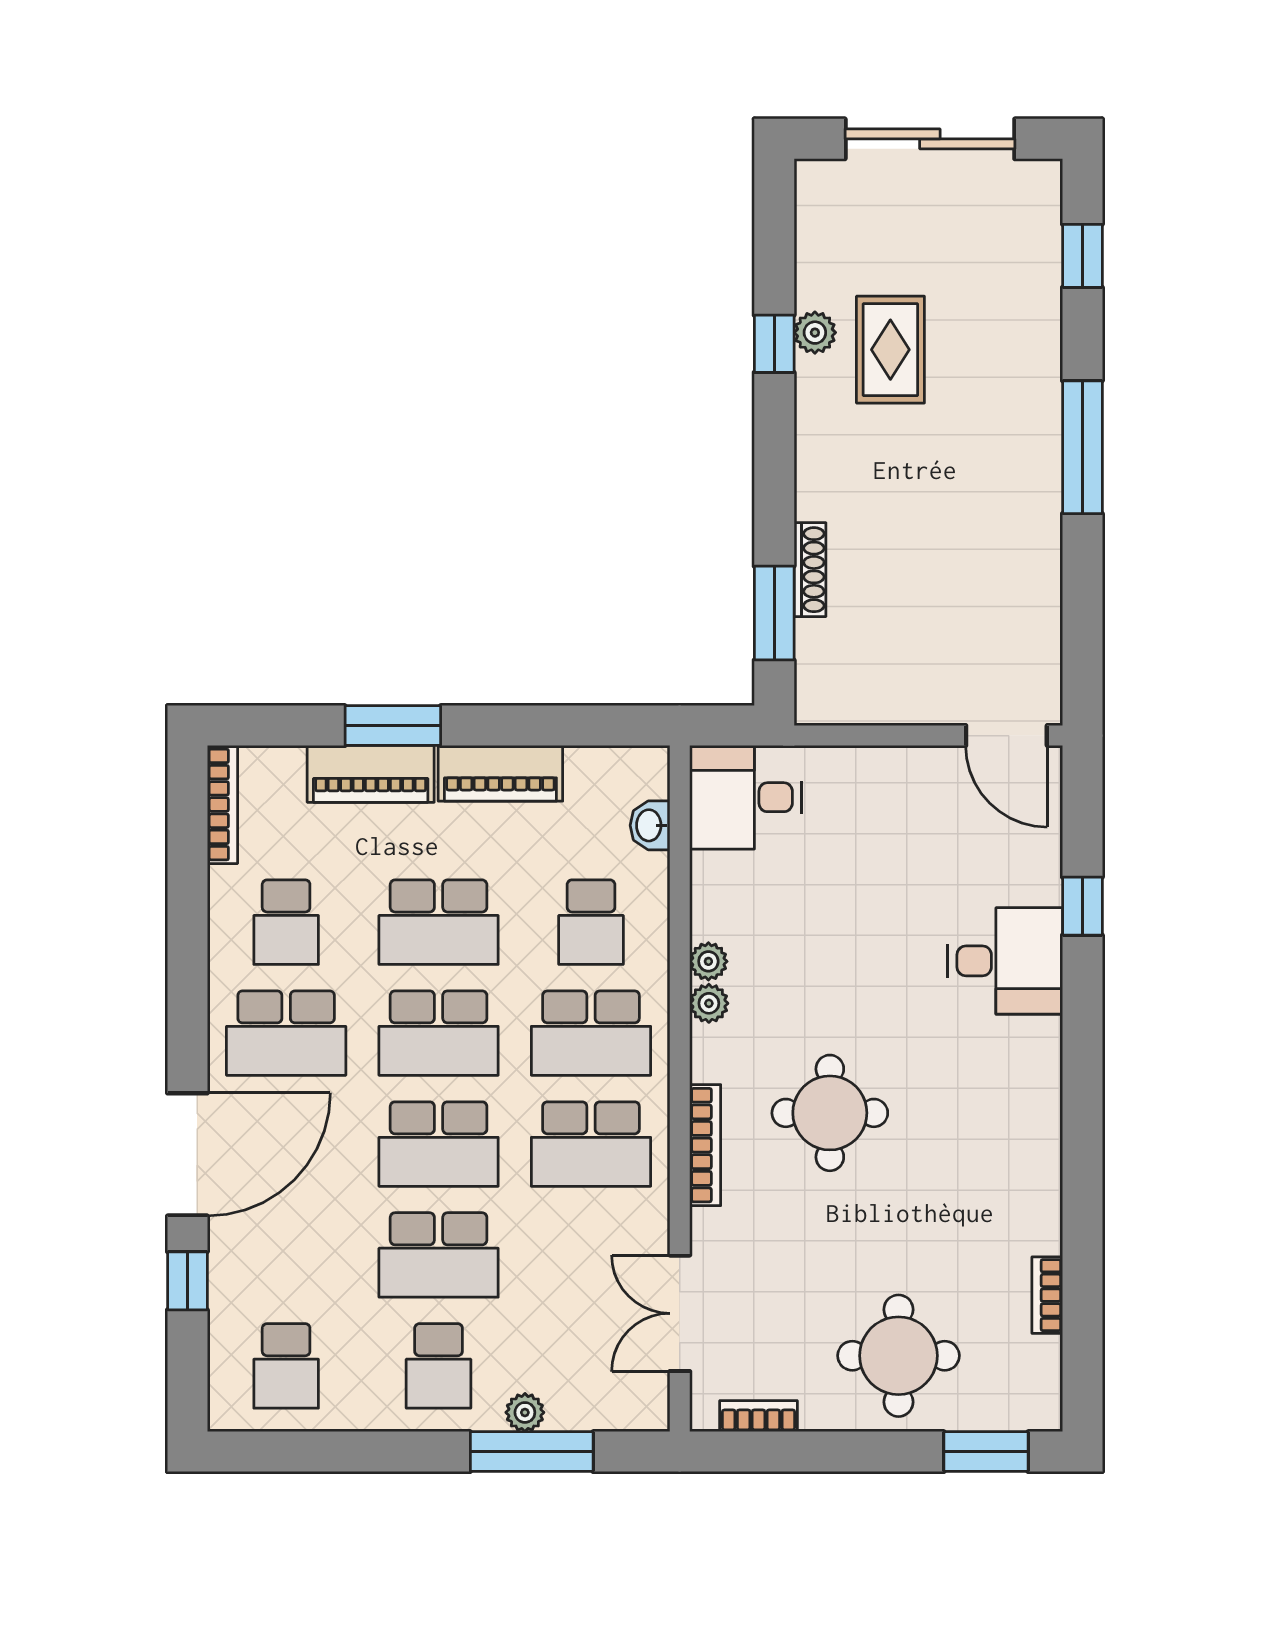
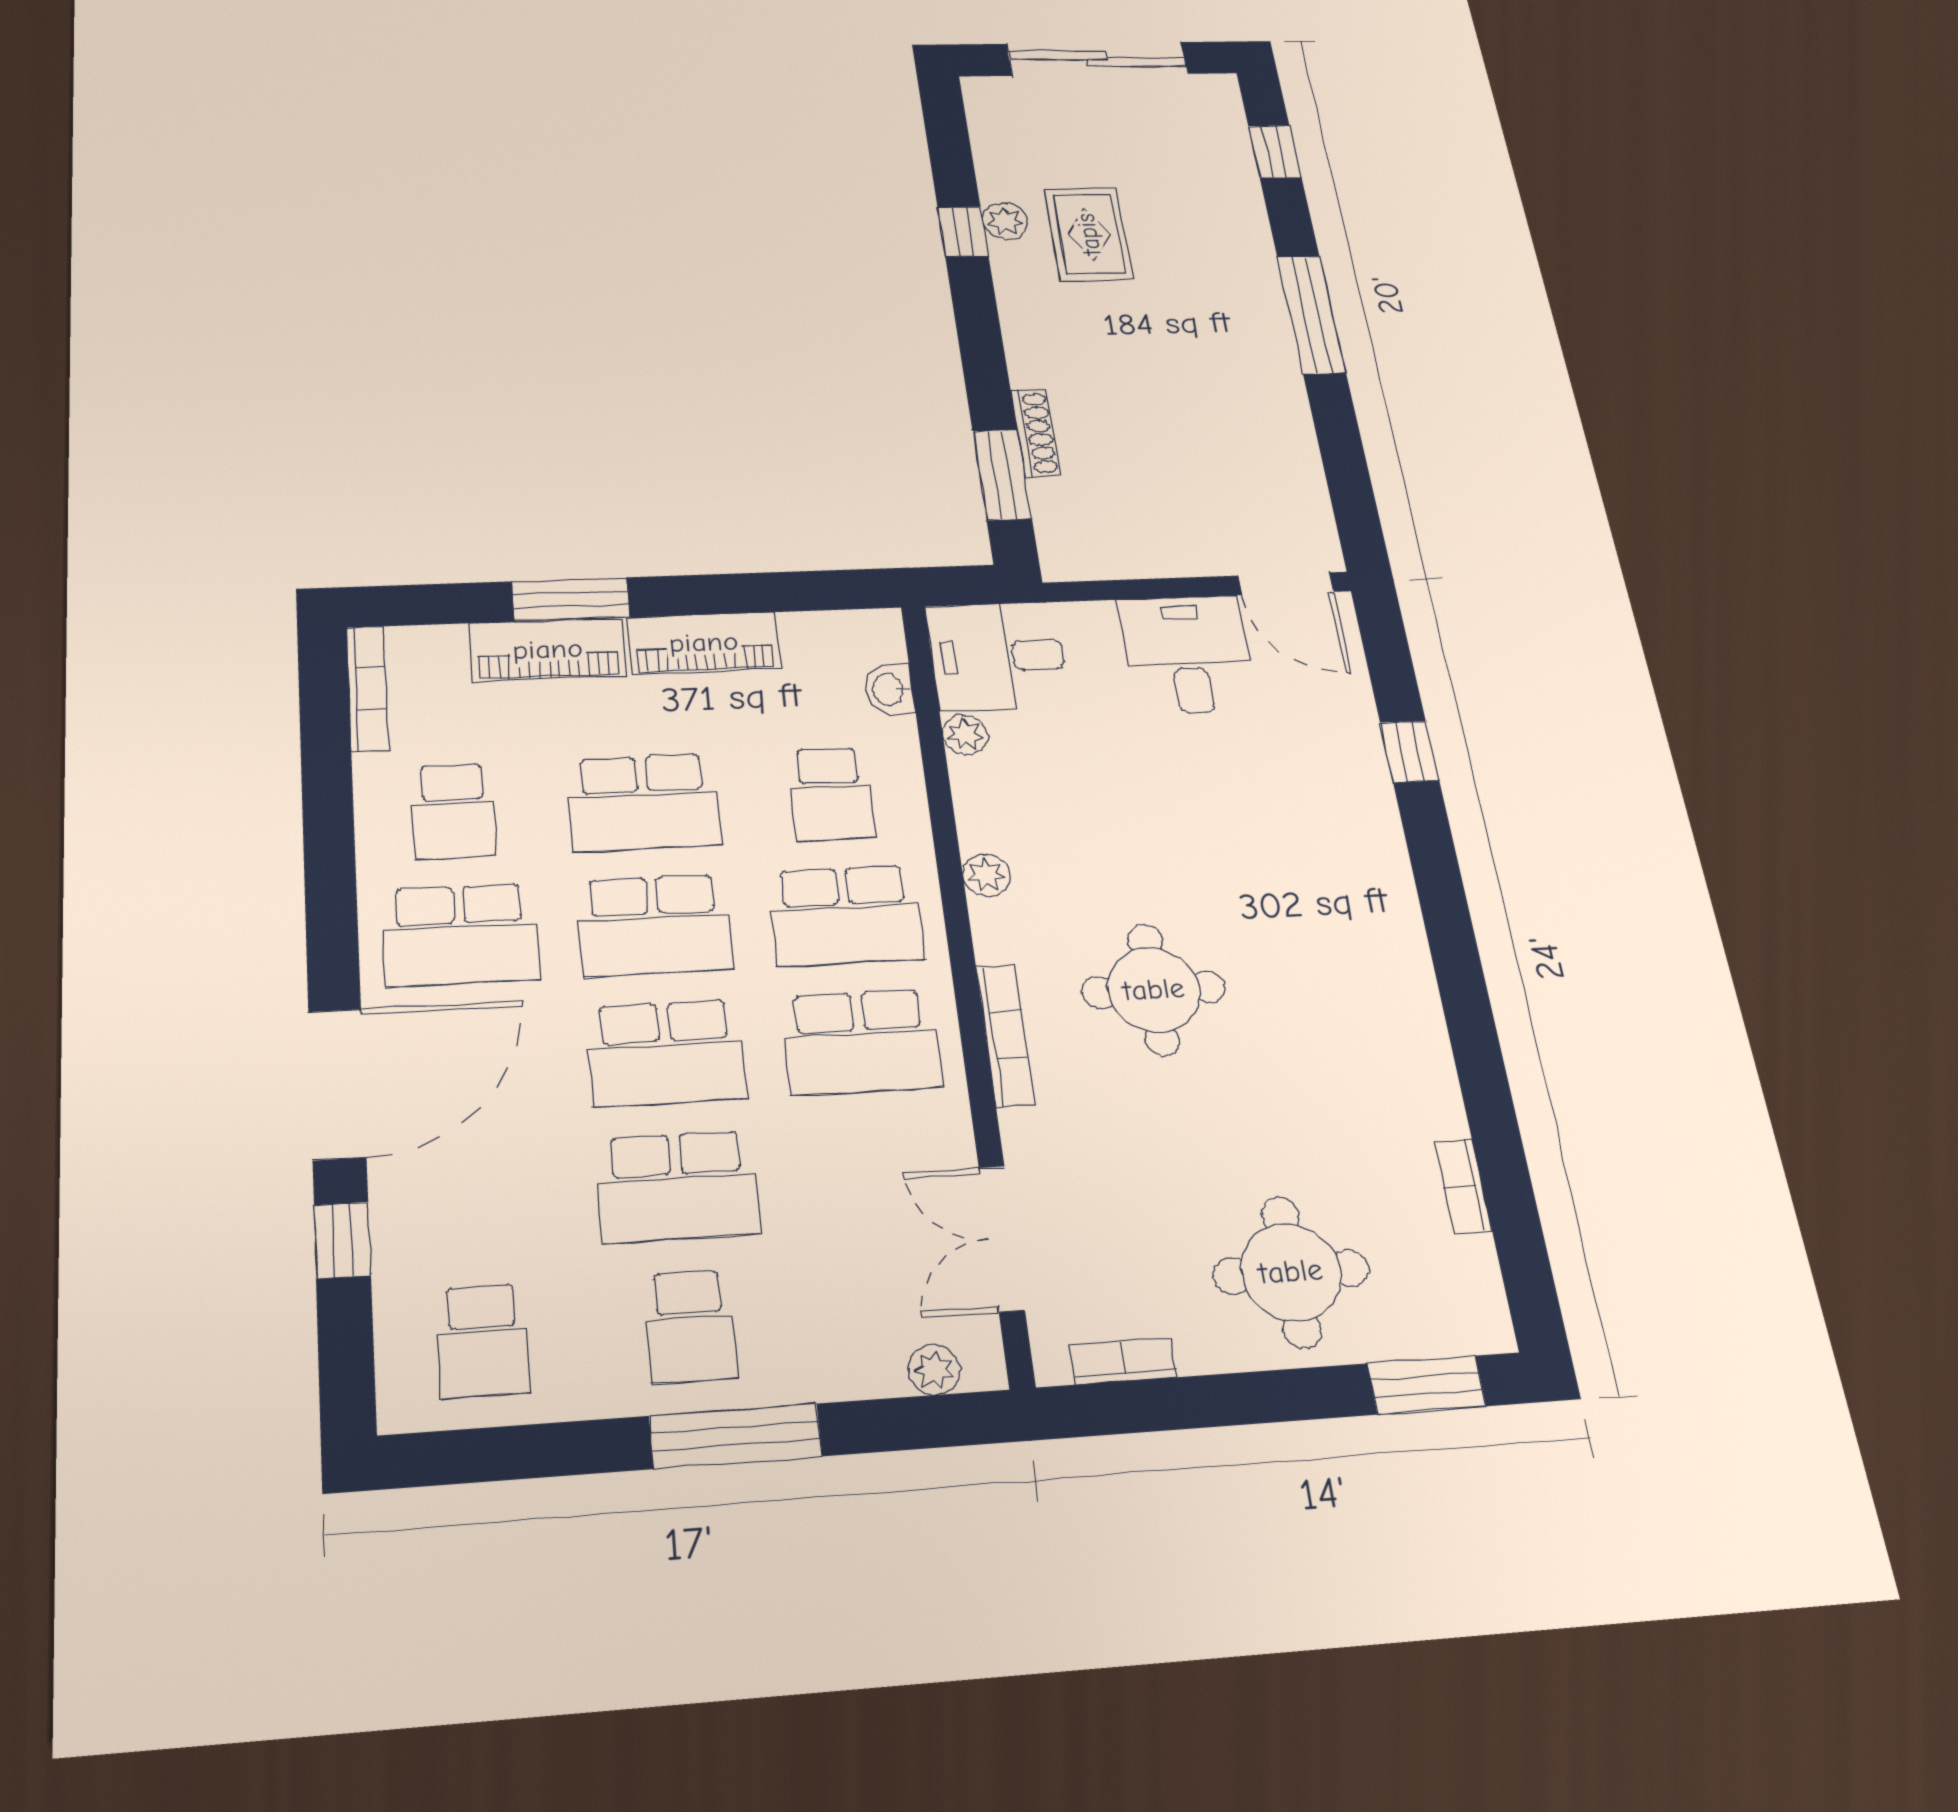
plant: (708, 961) -> (965, 735), moved
desk: (1005, 961) -> (1187, 655), moved, turned -90
plant: (525, 1412) -> (934, 1370), moved
window: (532, 1452) -> (736, 1436), moved

